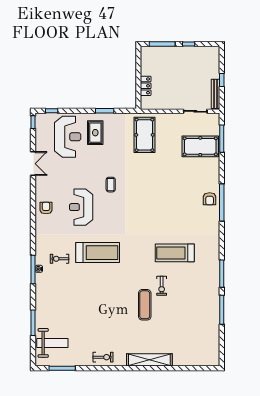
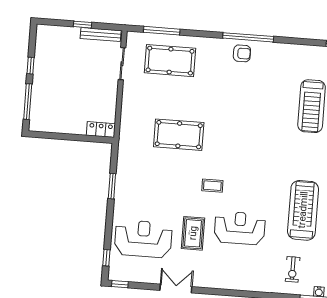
locker: (146, 86) -> (101, 130), moved
rug: (95, 133) -> (193, 233), moved, turned 90
pool table: (144, 135) -> (179, 135), moved
pool table: (200, 146) -> (170, 61), turned 90
reception desk: (81, 207) -> (240, 228), turned 180
armchair: (46, 208) -> (237, 276), removed
exercise bike: (60, 259) -> (293, 269), moved

